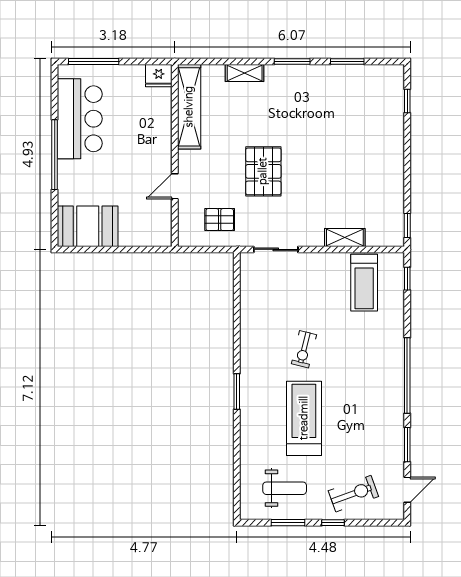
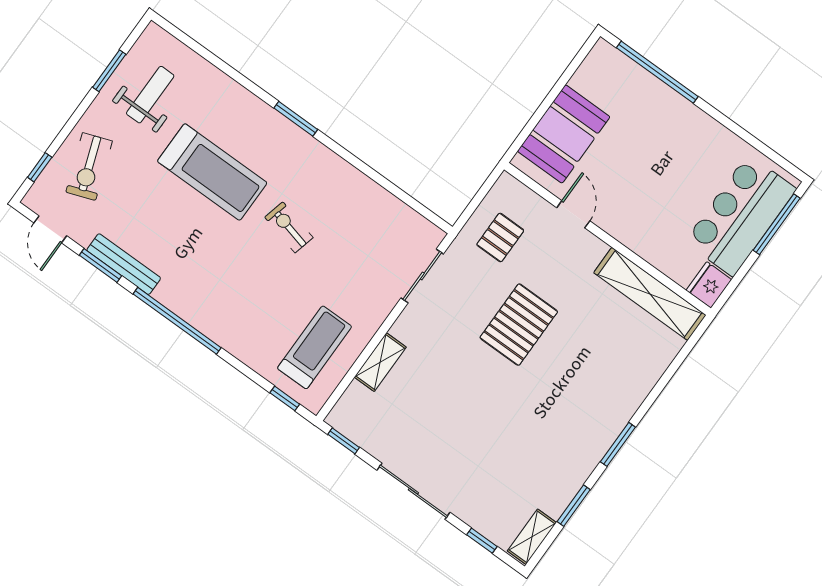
shelving: (245, 73) -> (532, 537), moved
bar counter: (80, 119) -> (740, 215), moved, turned 90
window: (55, 155) -> (657, 72), moved
sliding door: (407, 163) -> (413, 491), added
pallet: (263, 171) -> (519, 325), turned 90
booth: (88, 226) -> (564, 134), moved
treadmill: (364, 283) -> (315, 347), turned 90
bench: (396, 431) -> (124, 264), added
weight bench: (285, 488) -> (150, 95), turned 180
window: (333, 523) -> (40, 167), moved

